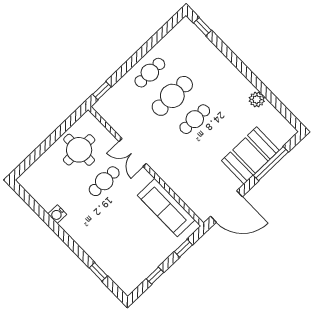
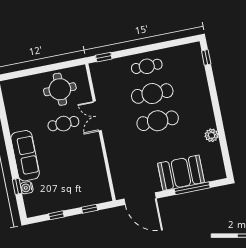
cafe table: (195, 119) -> (158, 121), width x1.37, depth x1.35
sofa: (166, 208) -> (25, 156), moved, turned 180
water cooler: (57, 214) -> (27, 188), moved

